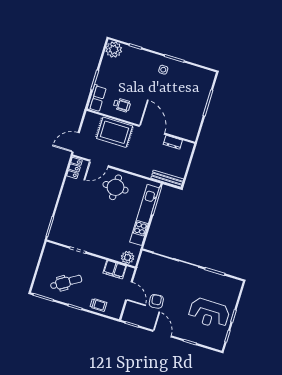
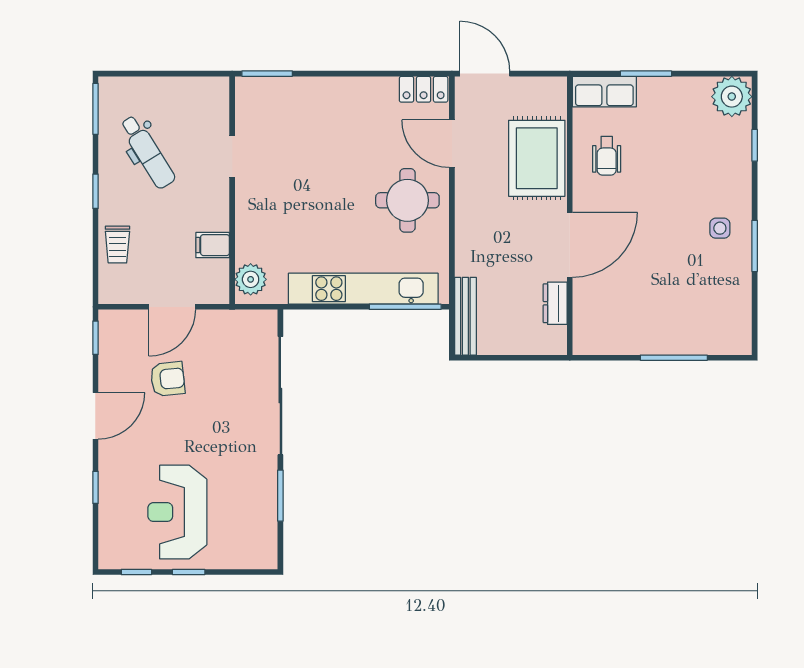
filing cabinet: (115, 270) -> (213, 245), width x0.50

